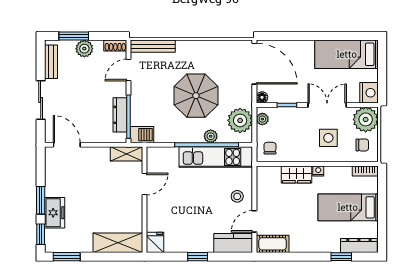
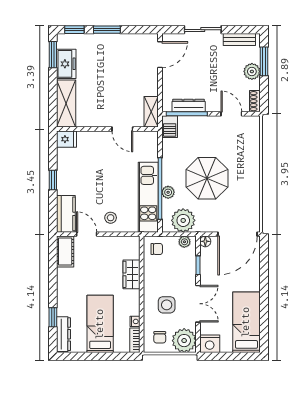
bench: (153, 46) -> (254, 137), removed
nightstand: (318, 171) -> (135, 321), moved
freezer: (55, 213) -> (66, 64), moved, turned -90

